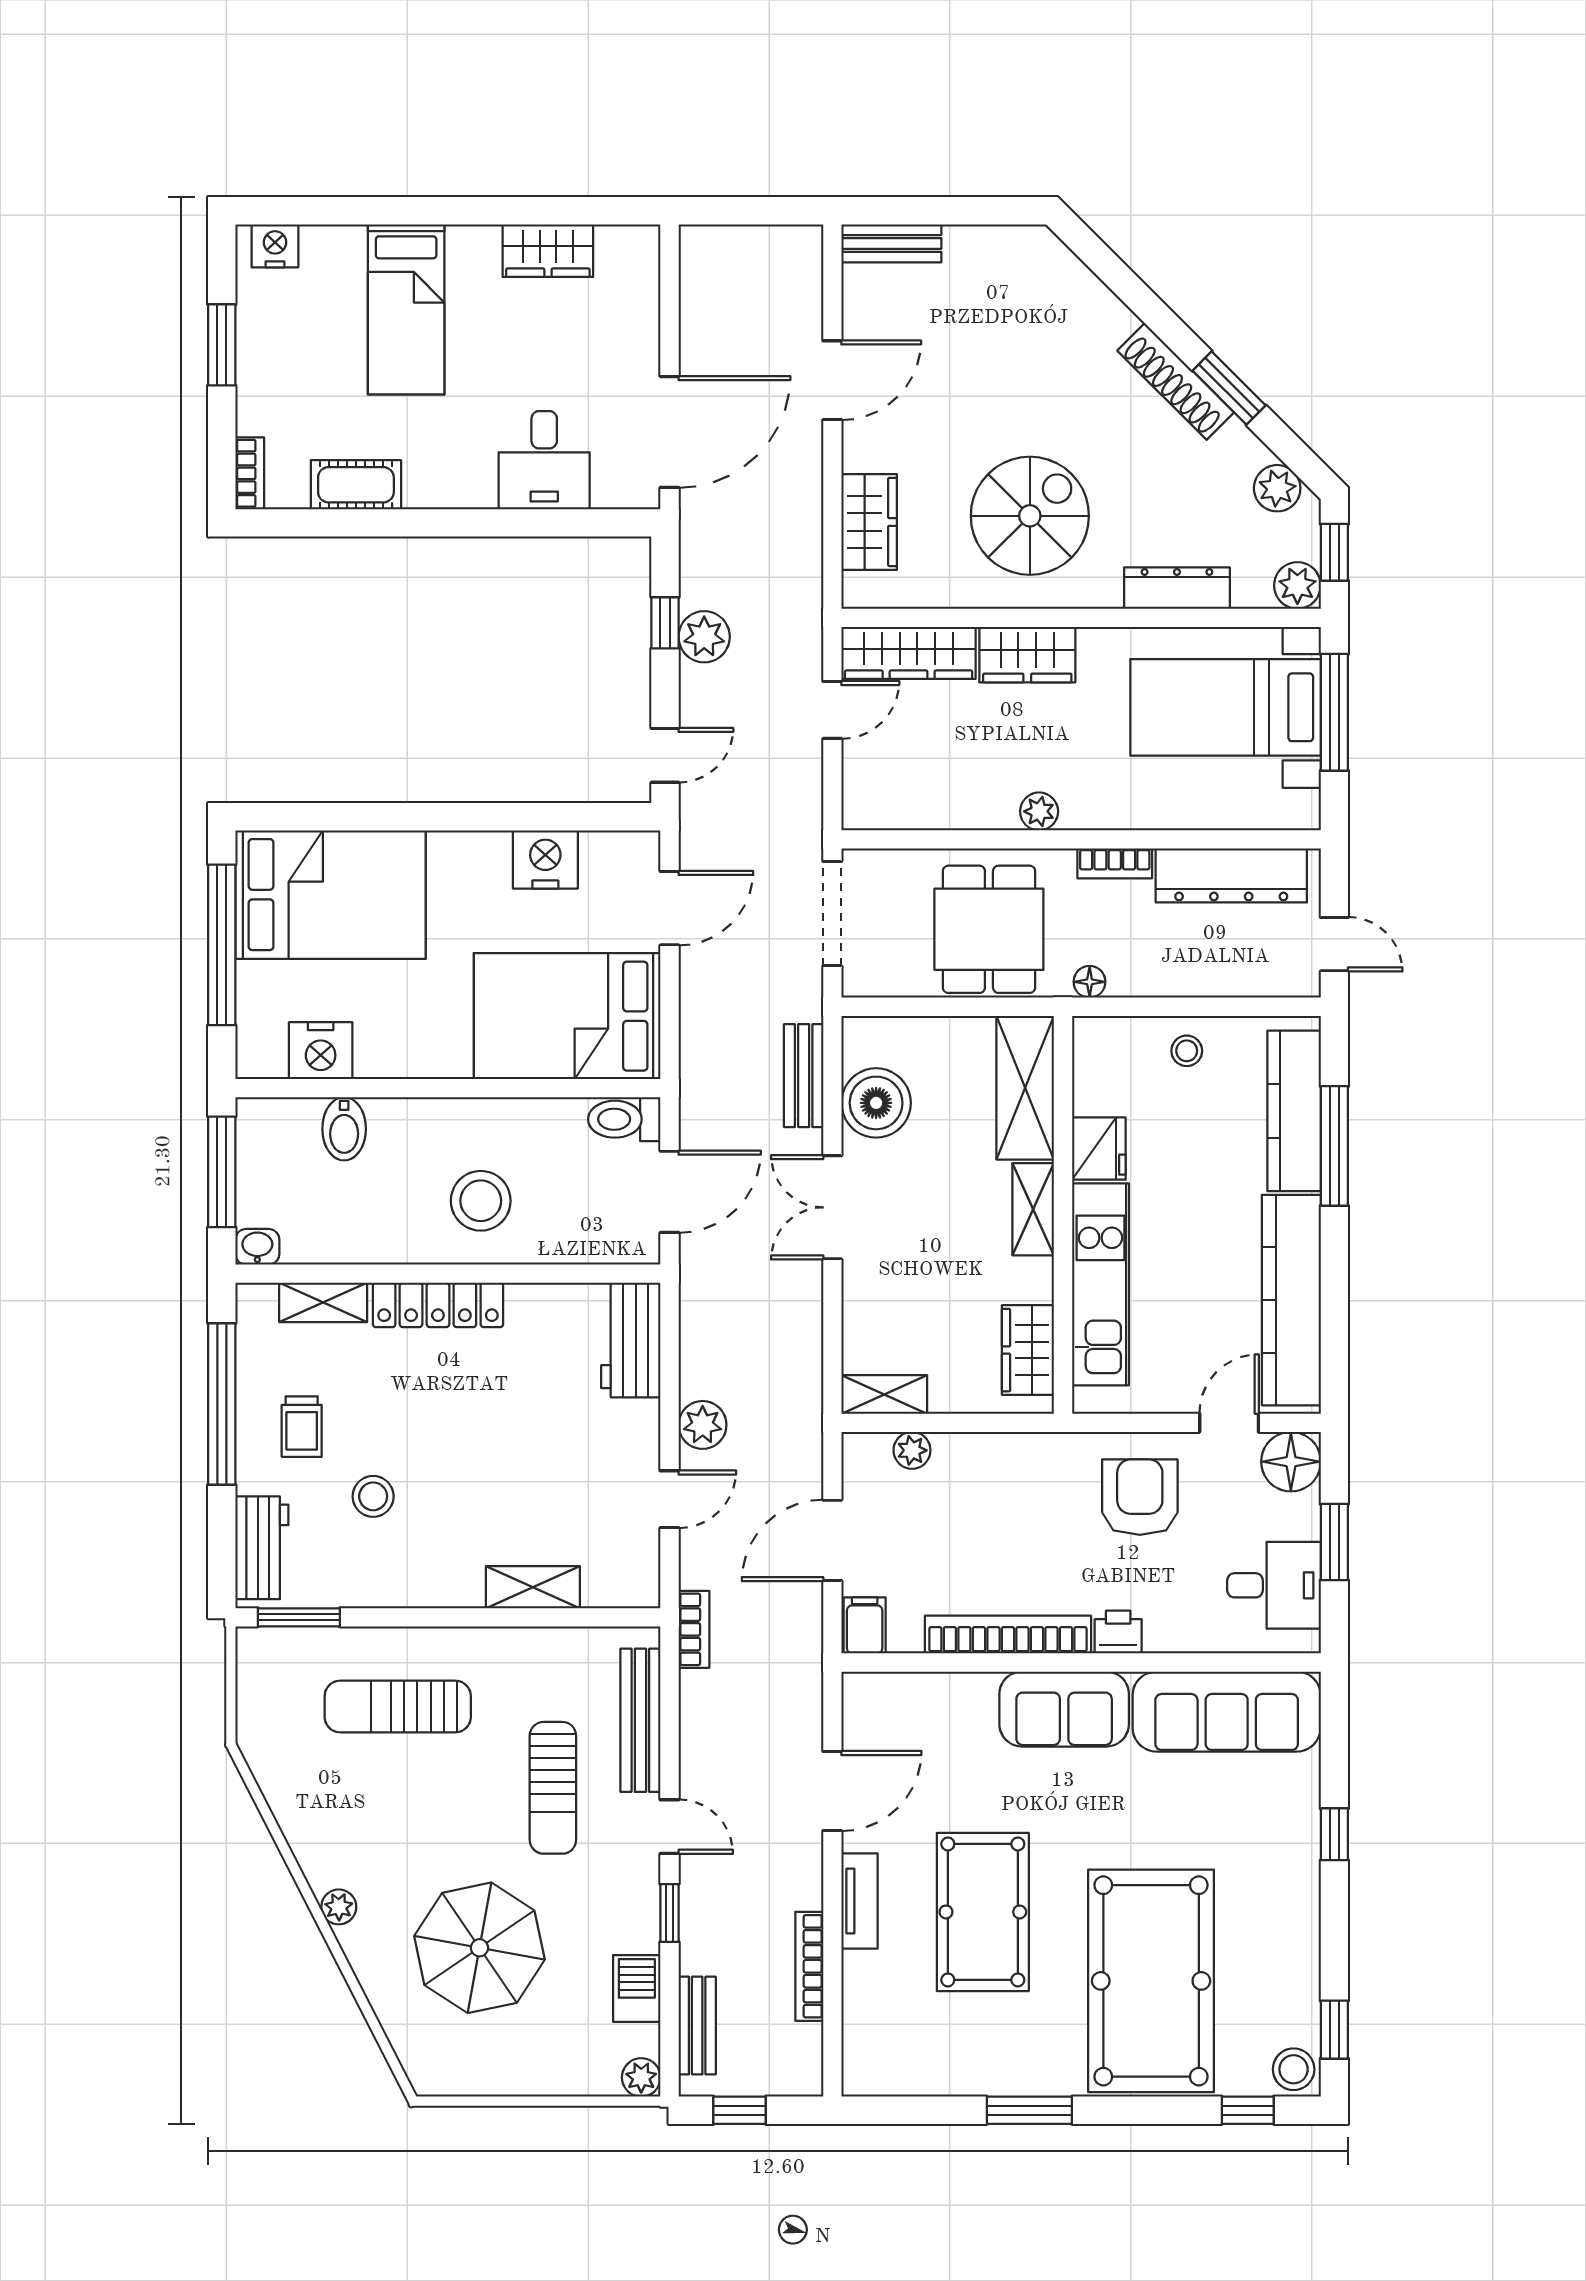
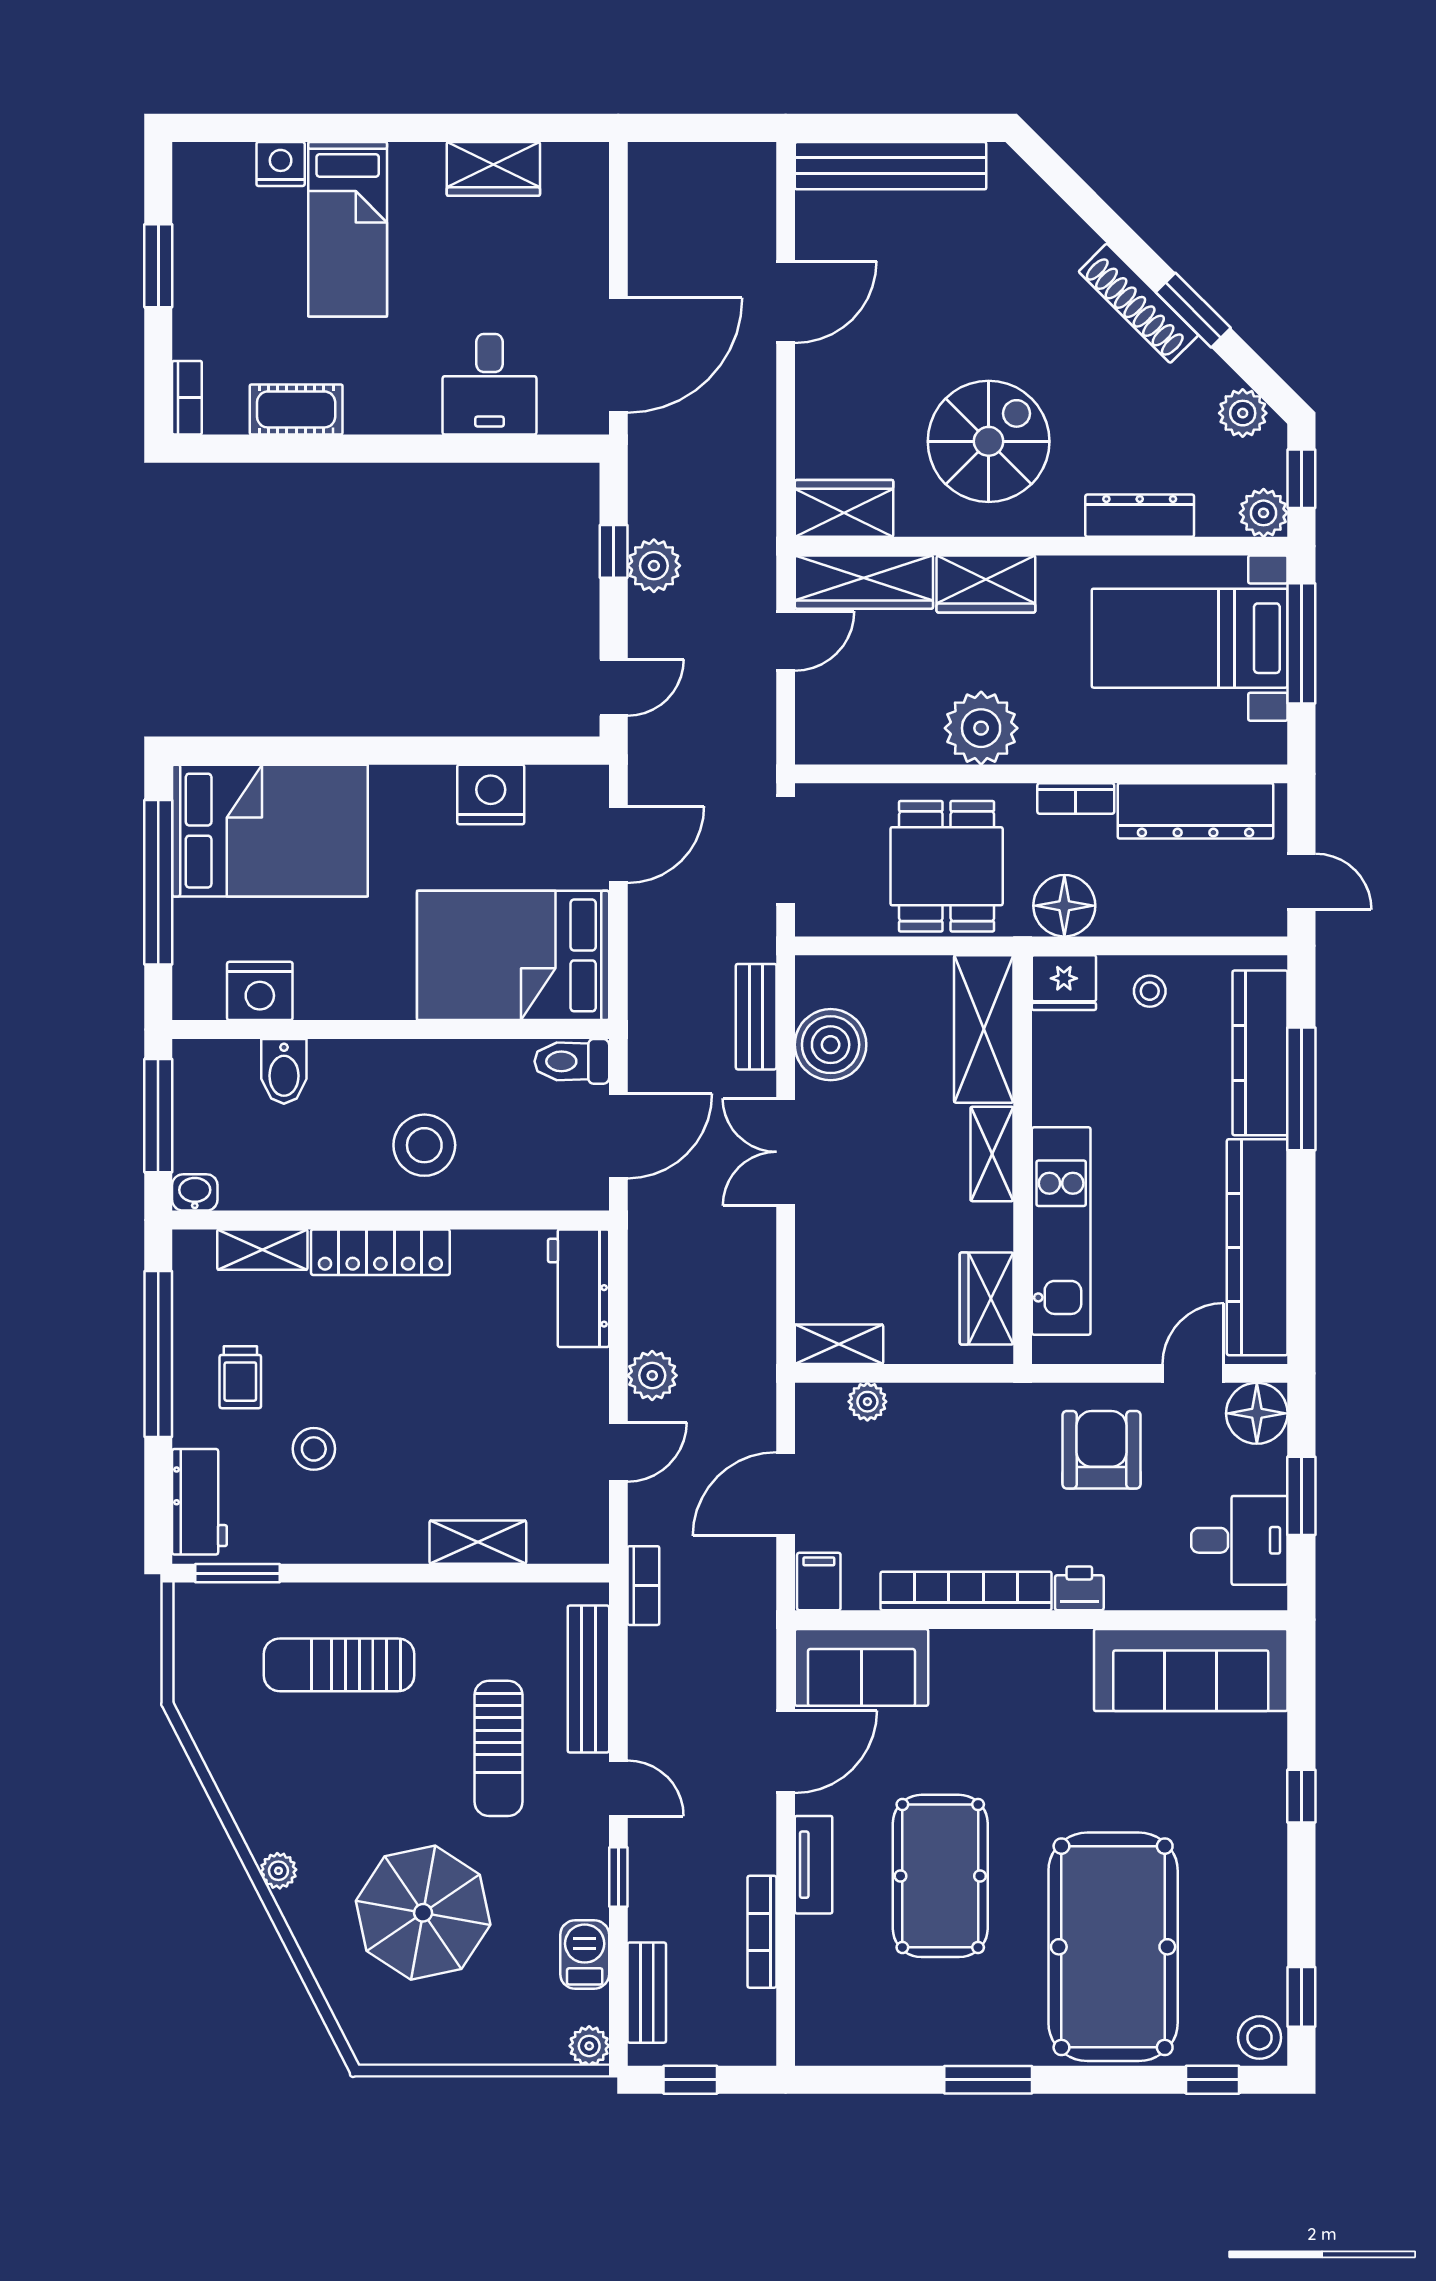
bench: (891, 243) -> (891, 166), width x1.86, depth x1.21
nightstand: (275, 246) -> (281, 164), moved
wardrobe: (869, 522) -> (844, 508), moved, turned -90
plant: (1039, 811) -> (981, 728), width x1.88, depth x1.88
floor lamp: (1090, 982) -> (1064, 906), width x1.89, depth x1.89
fridge: (1099, 1149) -> (1064, 983), moved, turned 90
sofa: (1064, 1709) -> (861, 1667), moved

